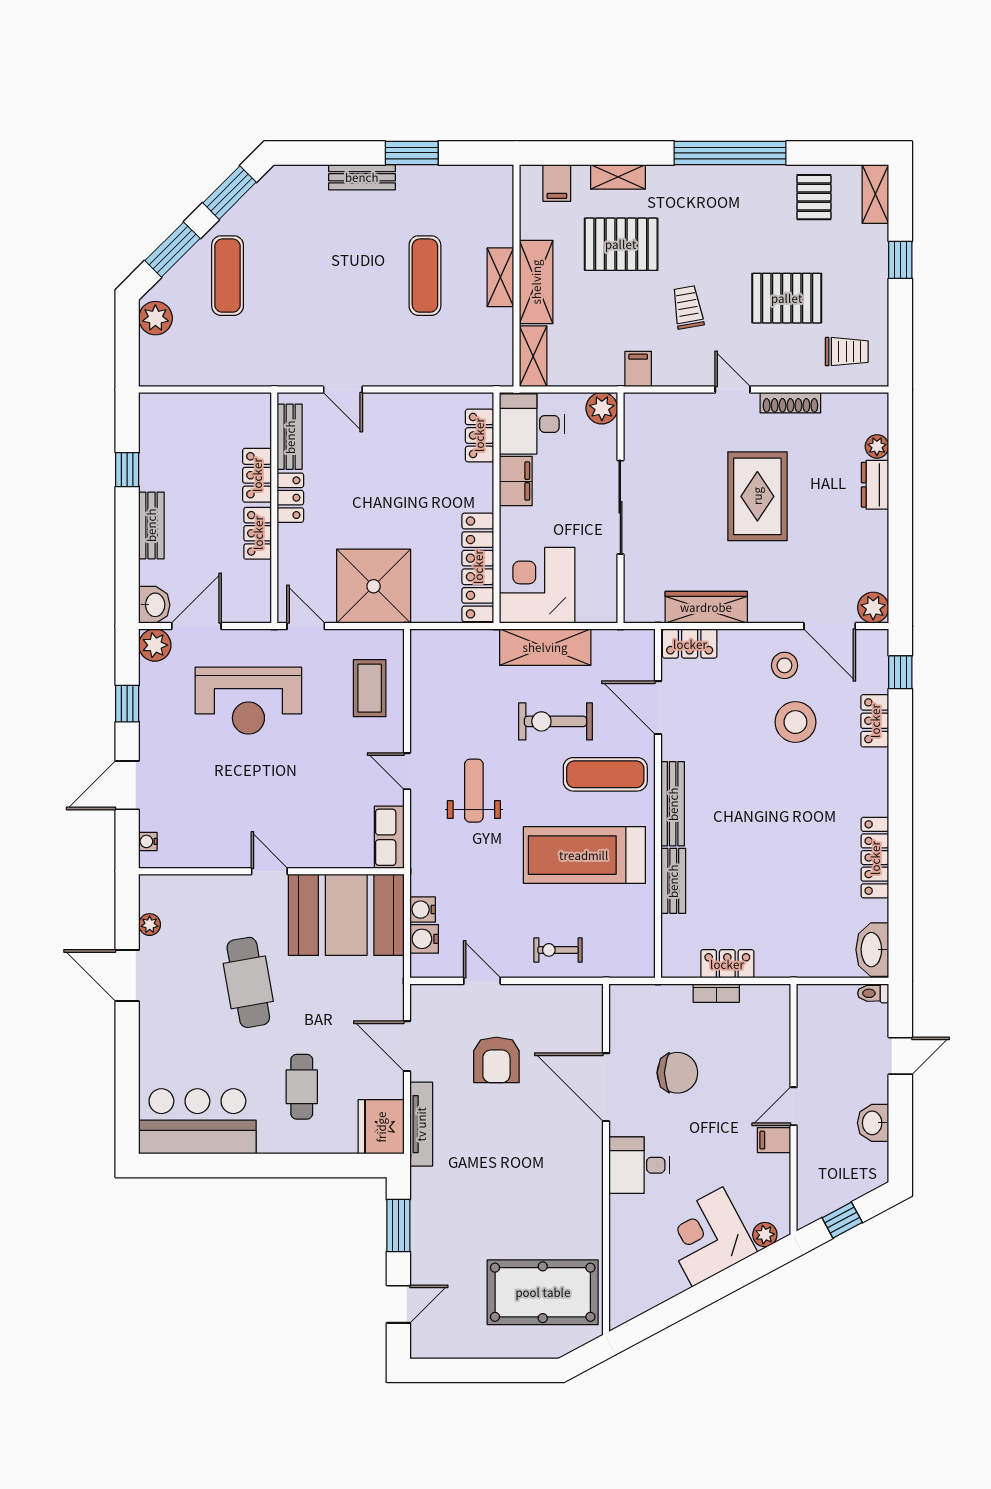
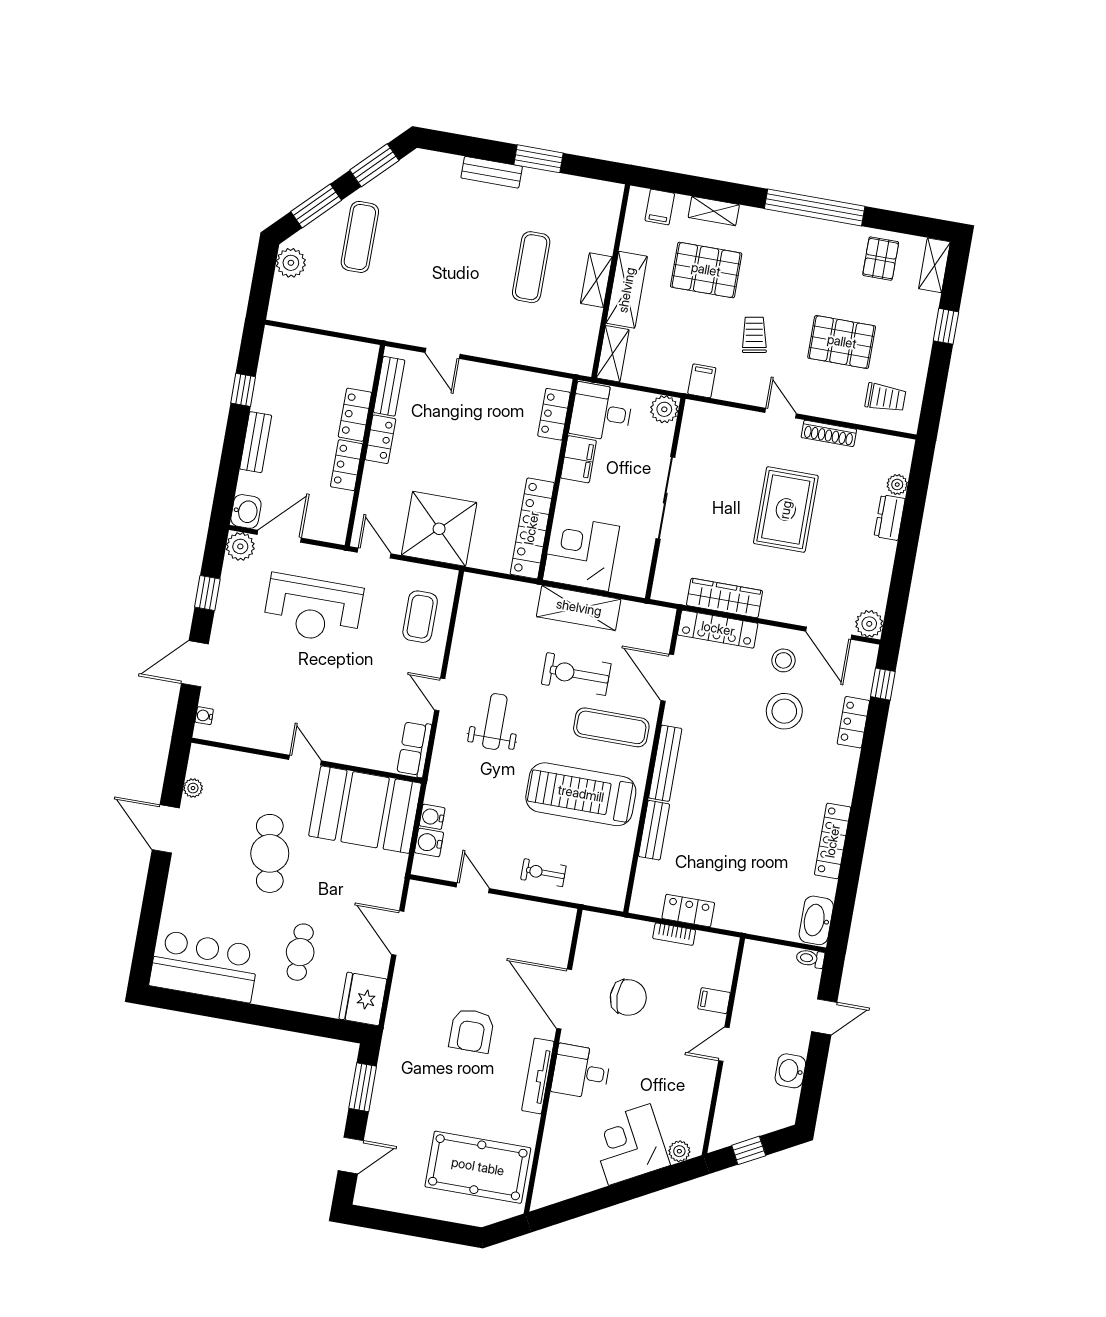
locker: (690, 644) -> (718, 629), width x1.53
armchair: (496, 1060) -> (472, 1031), moved
tv unit: (421, 1124) -> (538, 1076), moved, turned 180
filing cabinet: (774, 1140) -> (714, 1001), moved

